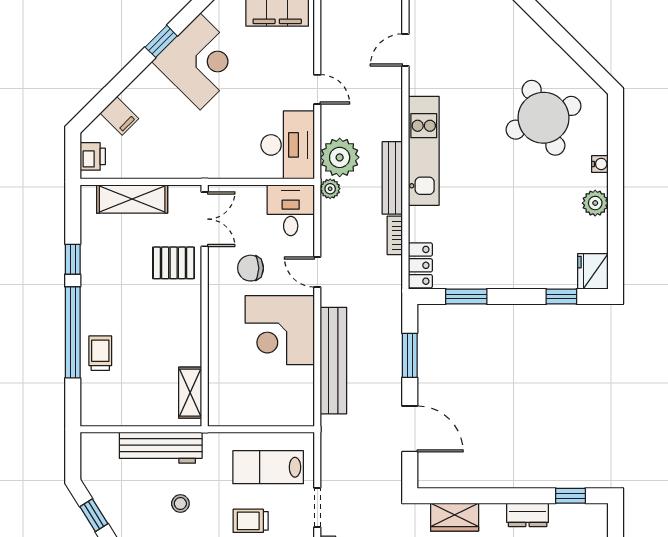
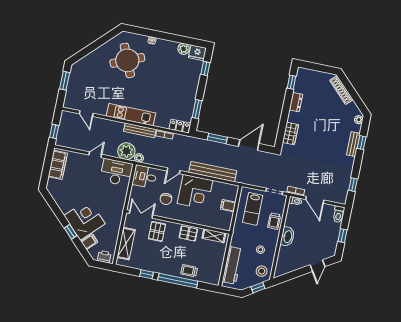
window: (161, 41) -> (71, 232), moved
corner desk: (200, 62) -> (85, 220), moved
plant: (595, 203) -> (184, 49), moved
pallet: (183, 334) -> (188, 233), added
filing cabinet: (264, 411) -> (228, 206), added
workbench: (161, 448) -> (232, 265), moved
stool: (133, 516) -> (262, 271), added

